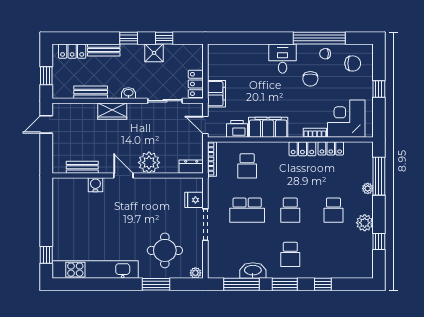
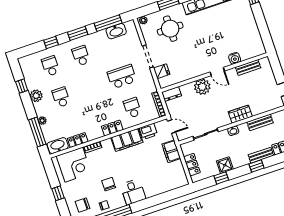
window: (129, 38) -> (257, 166), moved
locker: (196, 84) -> (192, 165), moved
locker: (302, 149) -> (112, 128), moved
washbasin: (359, 150) -> (58, 146), added
school desk: (290, 210) -> (51, 66), moved
washbasin: (253, 271) -> (116, 31), moved

